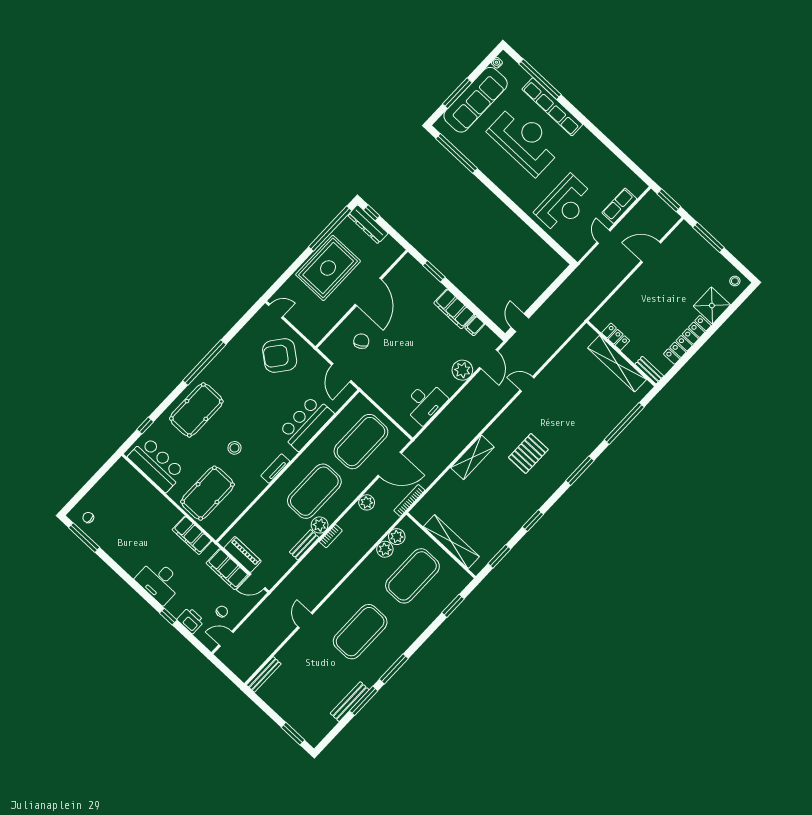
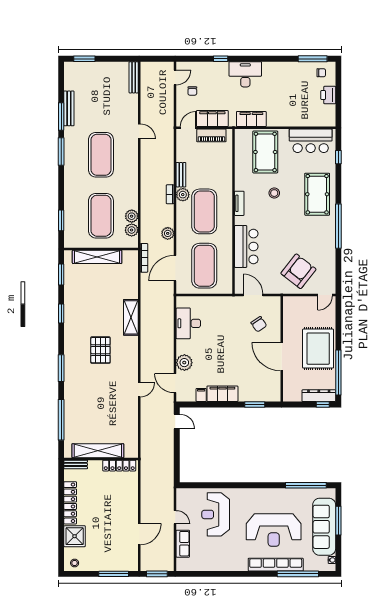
locker: (616, 337) -> (119, 466), width x1.53
printer: (191, 620) -> (328, 95), moved, turned 90

